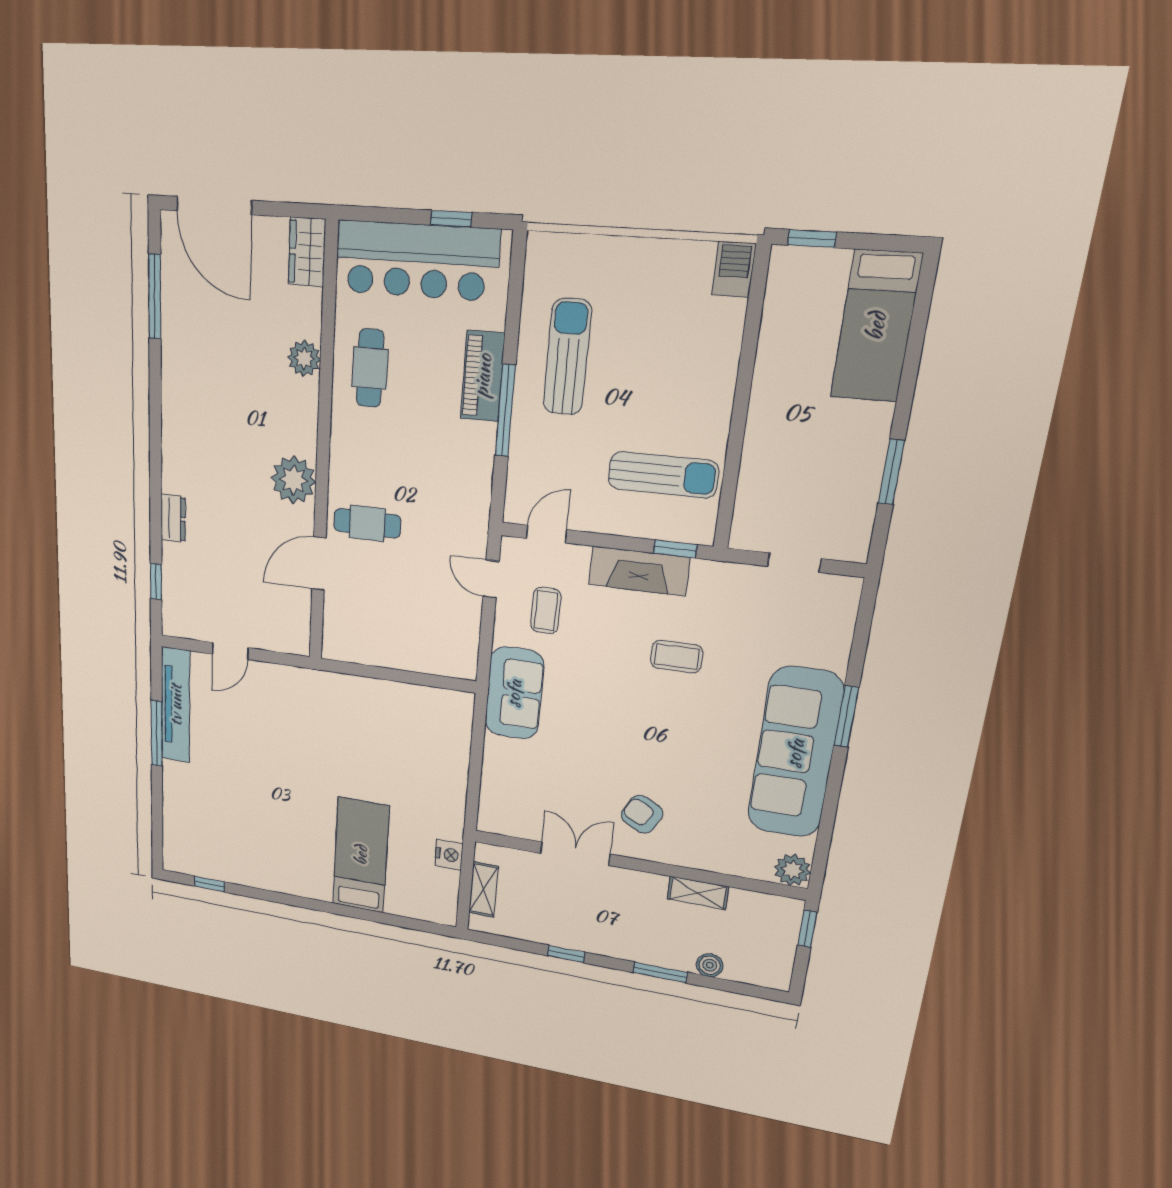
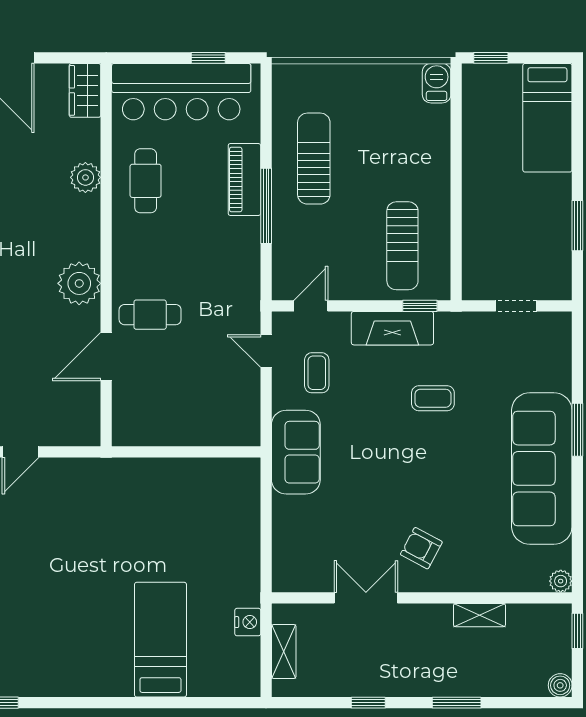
sun lounger: (663, 475) -> (402, 246), turned 90
plant: (792, 870) -> (561, 581), width x0.73, depth x0.73
boiler: (710, 965) -> (560, 685), moved

